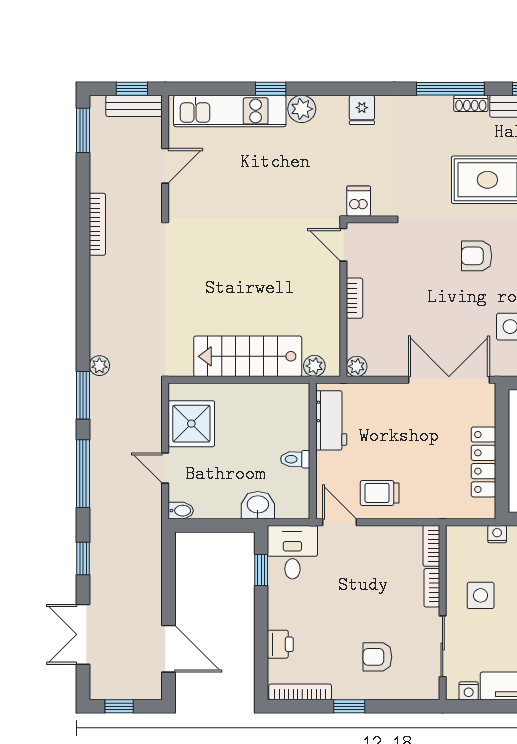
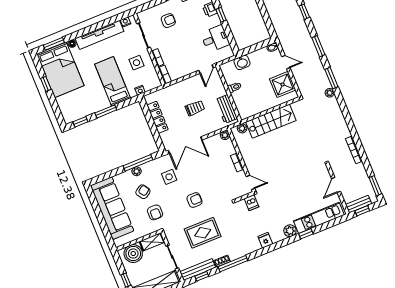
window: (83, 474) -> (318, 46), width x0.69
trolley: (380, 493) -> (195, 108), moved
door: (339, 522) -> (206, 69), hinge flipped
desk: (292, 552) -> (215, 39), moved, turned -90
window: (261, 570) -> (221, 15), moved

